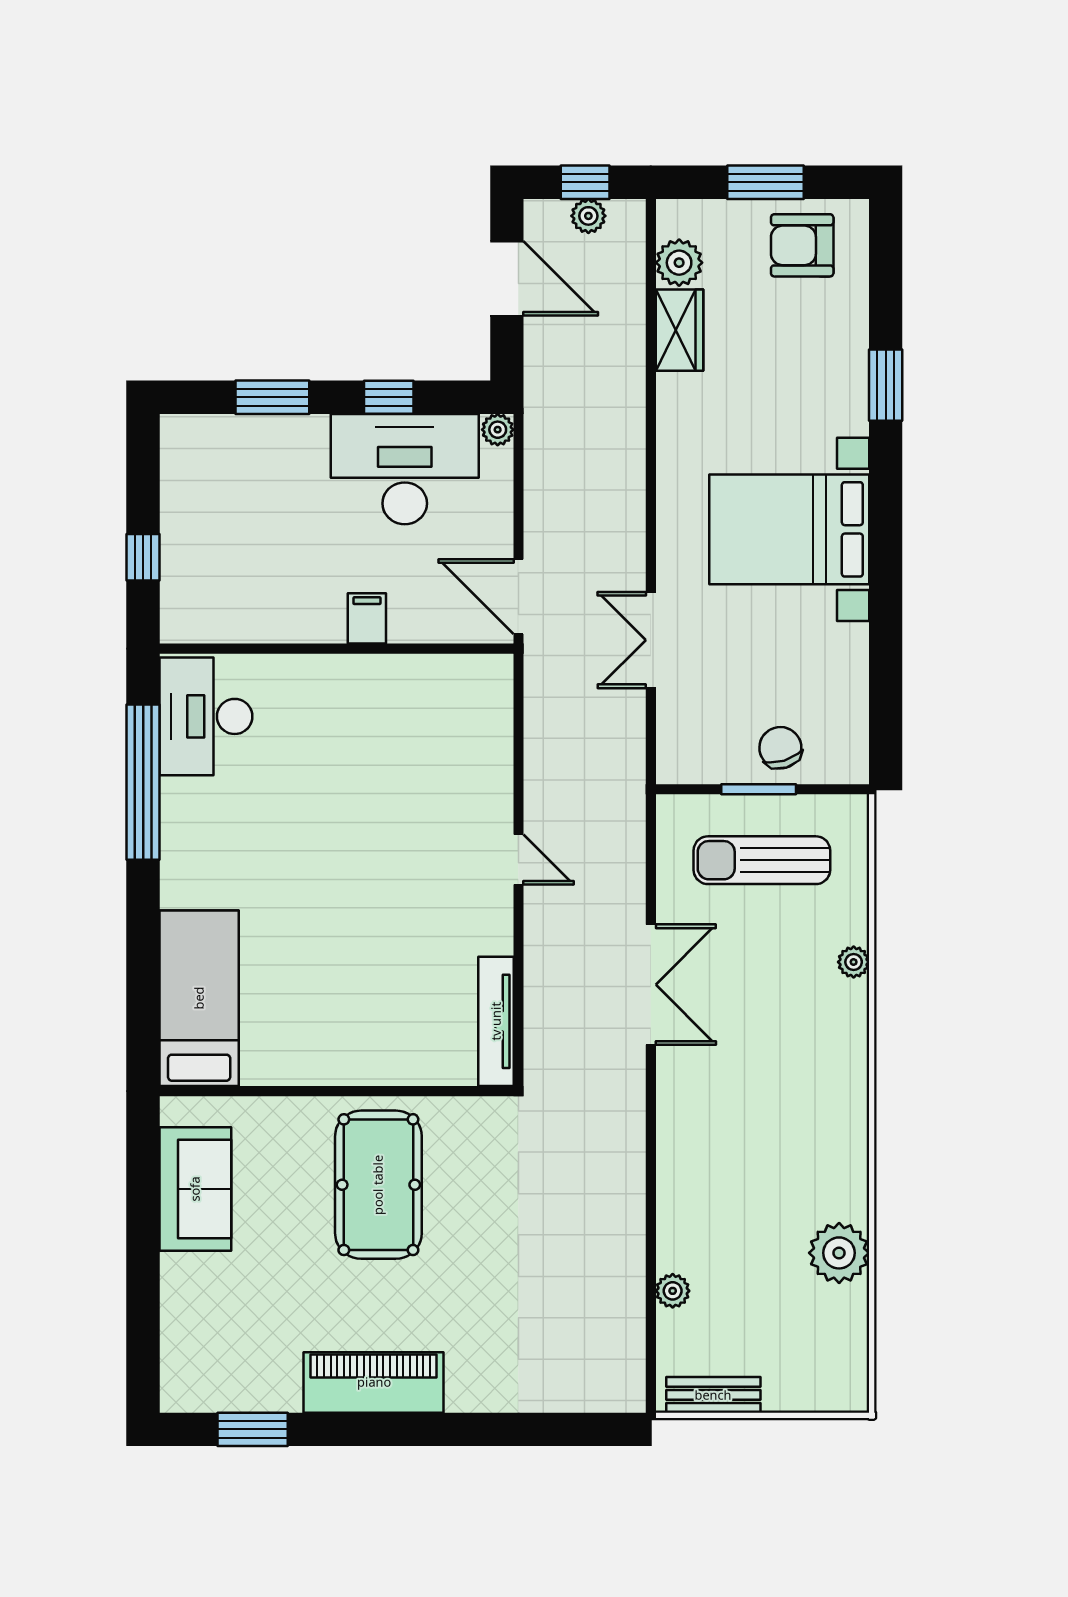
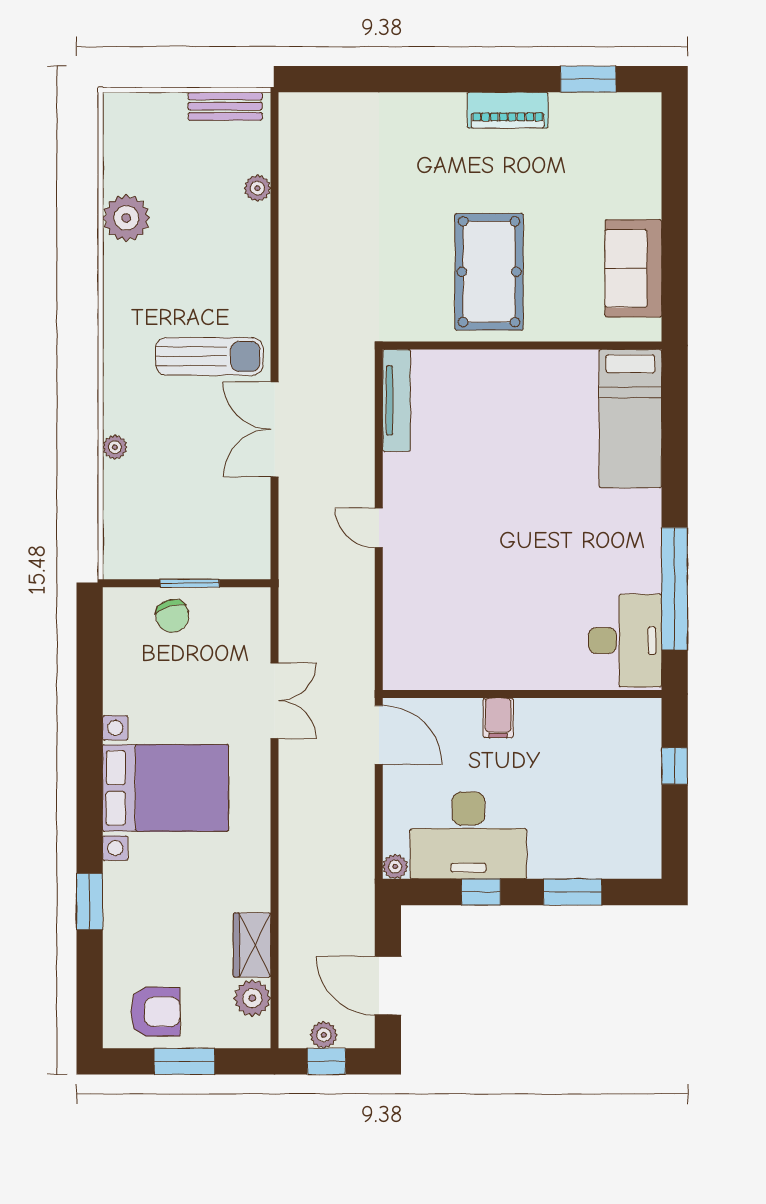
sun lounger: (762, 860) -> (209, 356), moved
piano: (374, 1382) -> (508, 110), width x0.73, depth x0.75

